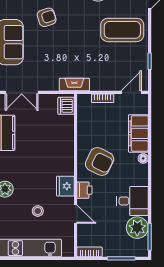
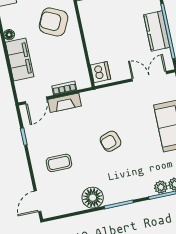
armchair: (47, 17) -> (111, 141), moved
coffee table: (122, 30) -> (59, 163), width x0.54, depth x0.58
fireplace: (74, 84) -> (65, 103), moved

